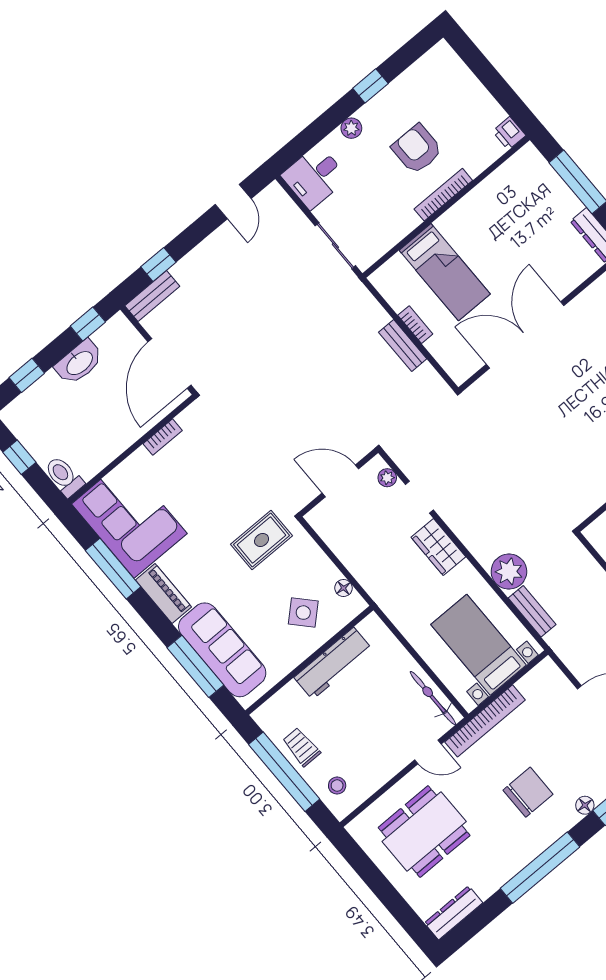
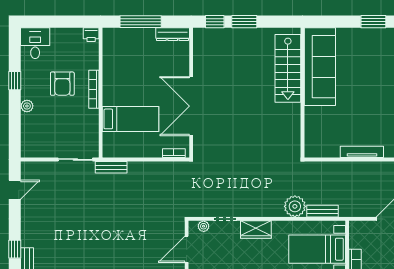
armchair: (417, 149) -> (62, 84), turned -90
desk: (315, 177) -> (35, 43), moved, turned 180
door: (233, 202) -> (15, 190), hinge flipped
bookcase: (415, 325) -> (174, 153), moved
bench: (403, 346) -> (111, 167), moved

